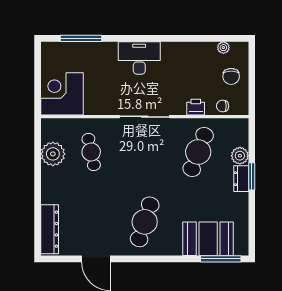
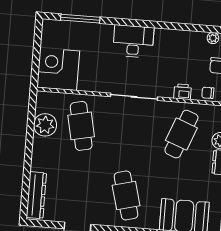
cafe table: (91, 152) -> (81, 126), width x1.37, depth x1.35
cafe table: (145, 222) -> (126, 195), turned -33

